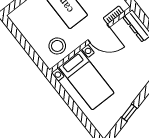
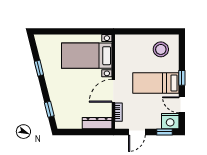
stool: (57, 46) -> (161, 49), moved

